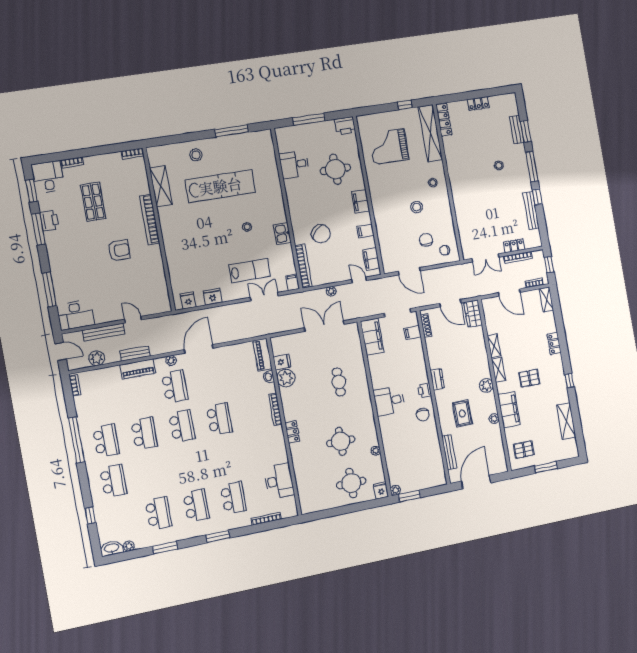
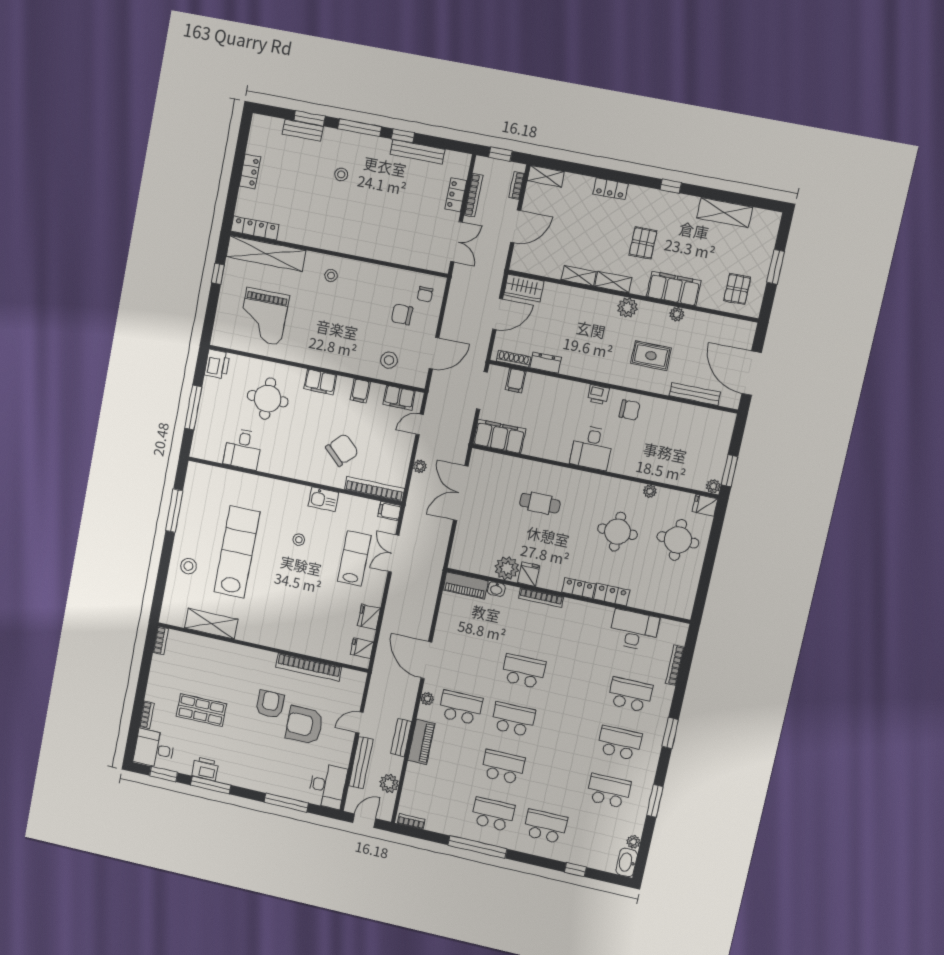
stool: (417, 207) -> (389, 360), moved
bookcase: (150, 220) -> (309, 667), moved
armchair: (114, 281) -> (304, 725), added
fridge: (282, 362) -> (529, 574), moved
dresser: (437, 379) -> (546, 363), moved
locker: (297, 456) -> (612, 595), added

